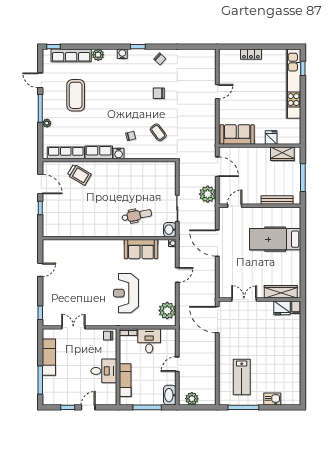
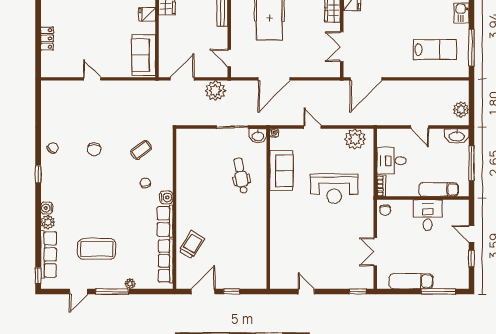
water cooler: (122, 54) -> (47, 208), moved

